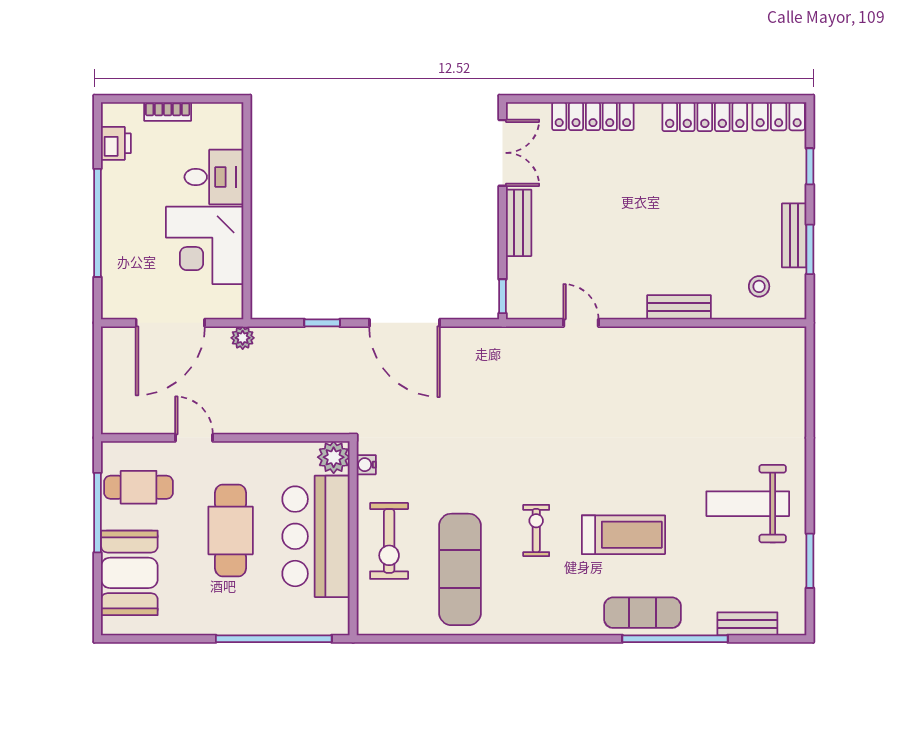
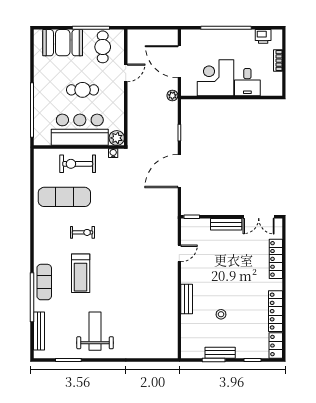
stool: (759, 286) -> (221, 314), moved
cafe table: (231, 530) -> (83, 90), width x0.73, depth x0.74
bench: (747, 624) -> (39, 331), width x1.36

